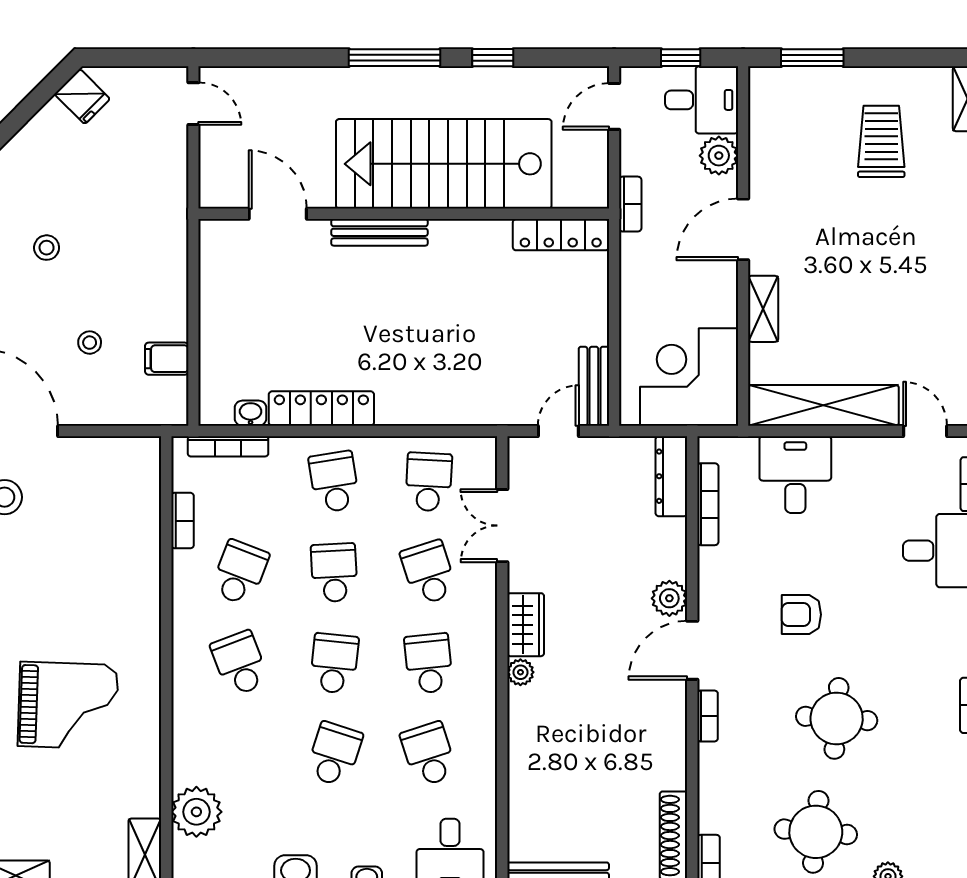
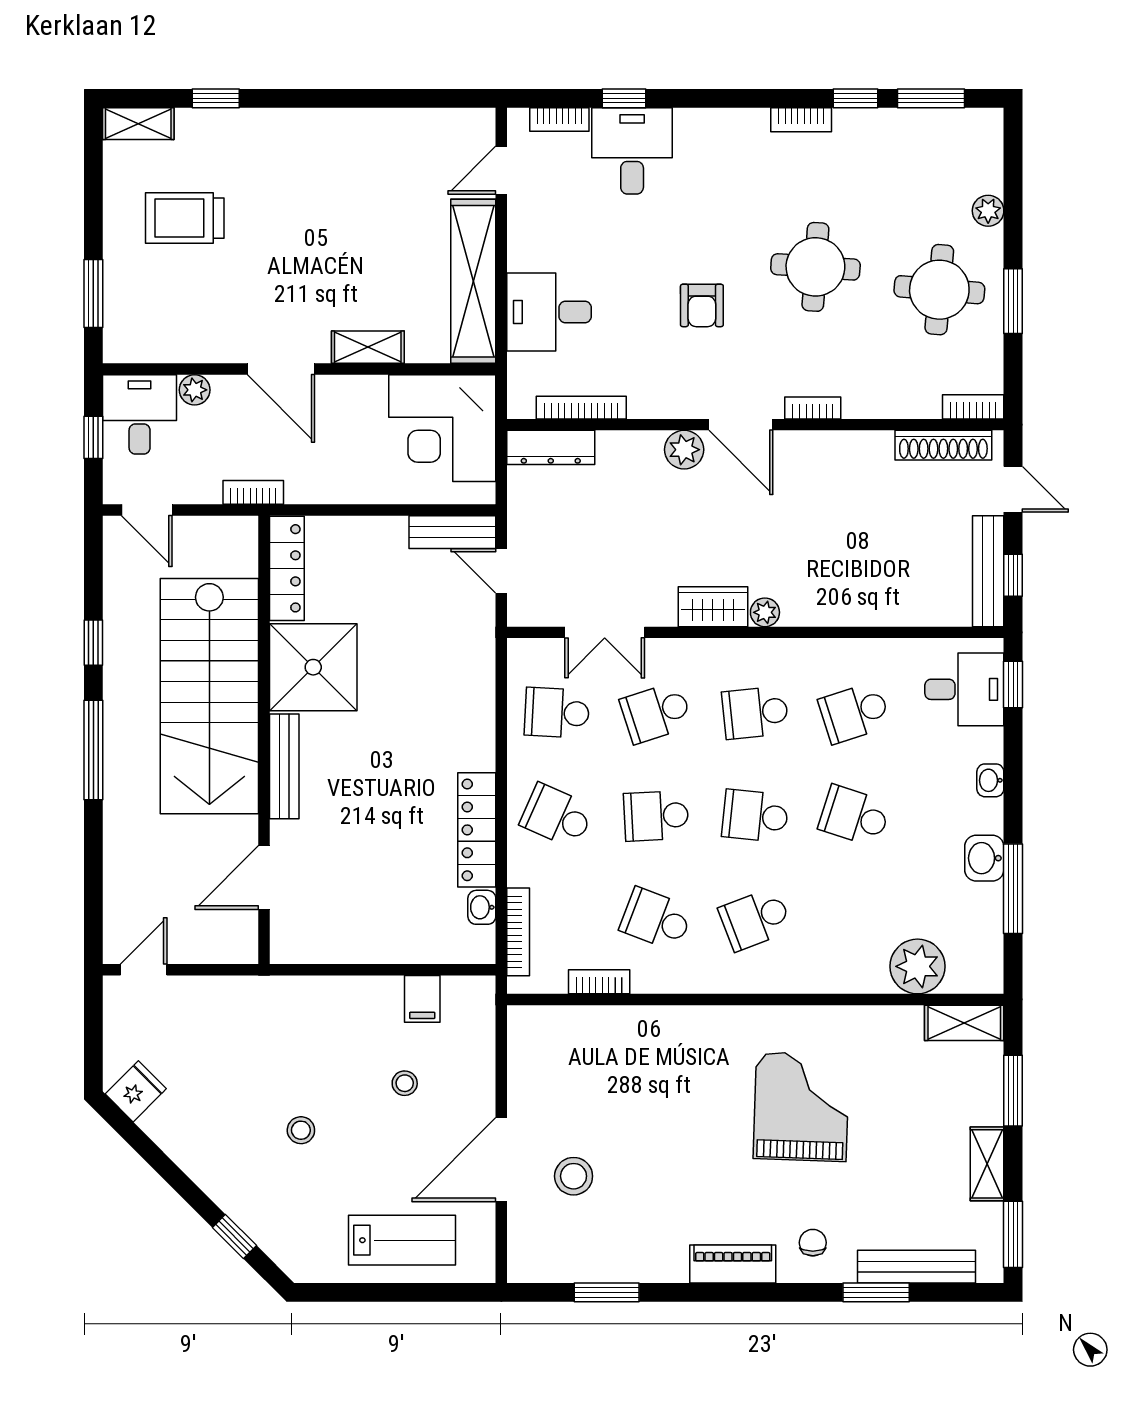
plant: (719, 156) -> (195, 390), width x0.73, depth x0.73
shower: (470, 259) -> (313, 667), added
school desk: (334, 482) -> (557, 816), turned 33

